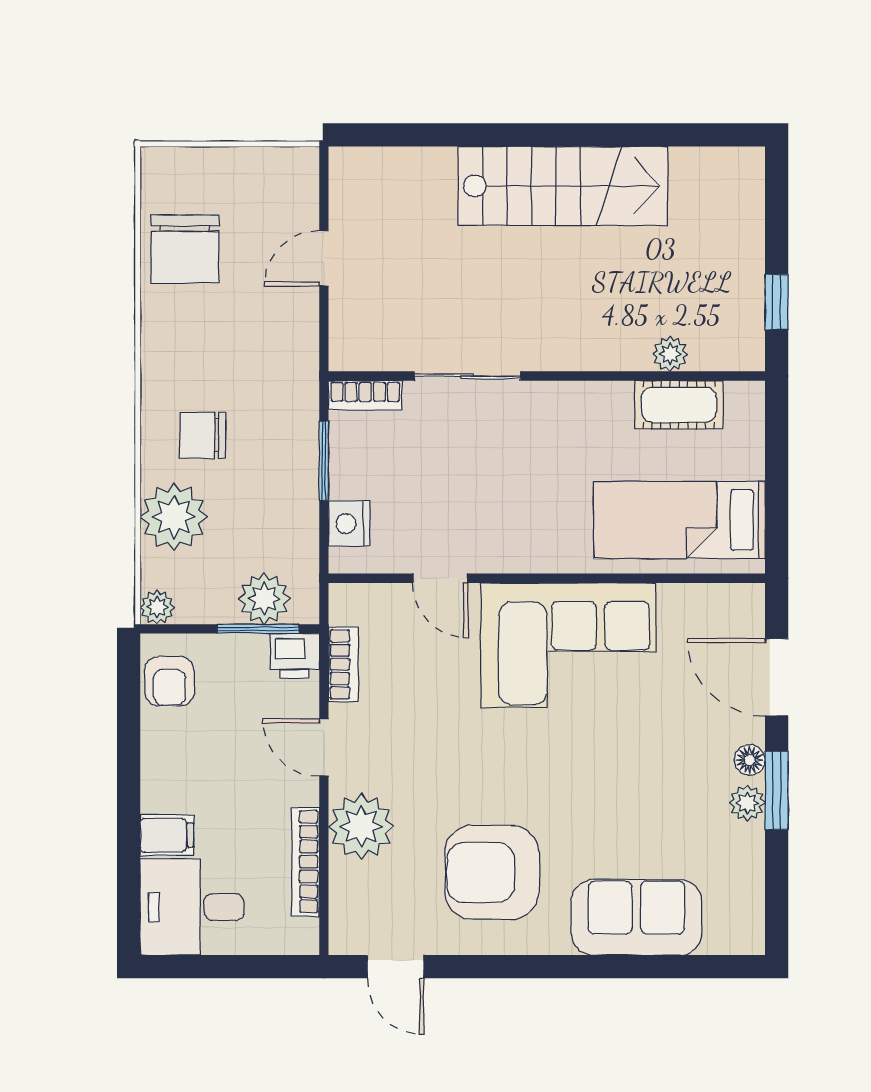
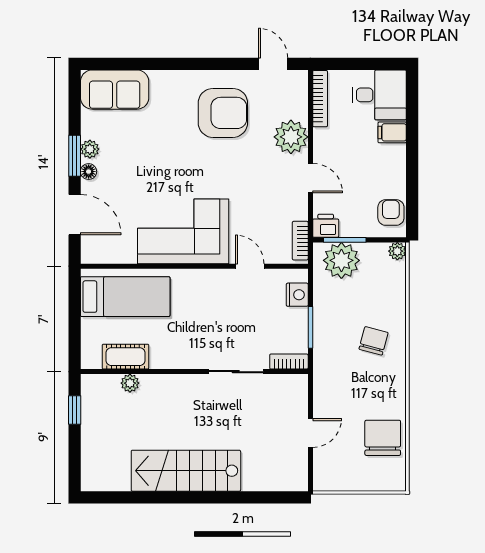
chair: (203, 435) -> (374, 341), turned -75
plant: (174, 517) -> (389, 298), removed
plant: (264, 599) -> (341, 260), width x1.36, depth x1.36
bookcase: (343, 664) -> (300, 241), moved
bookcase: (305, 862) -> (320, 99), moved
sofa: (636, 917) -> (115, 90), moved

